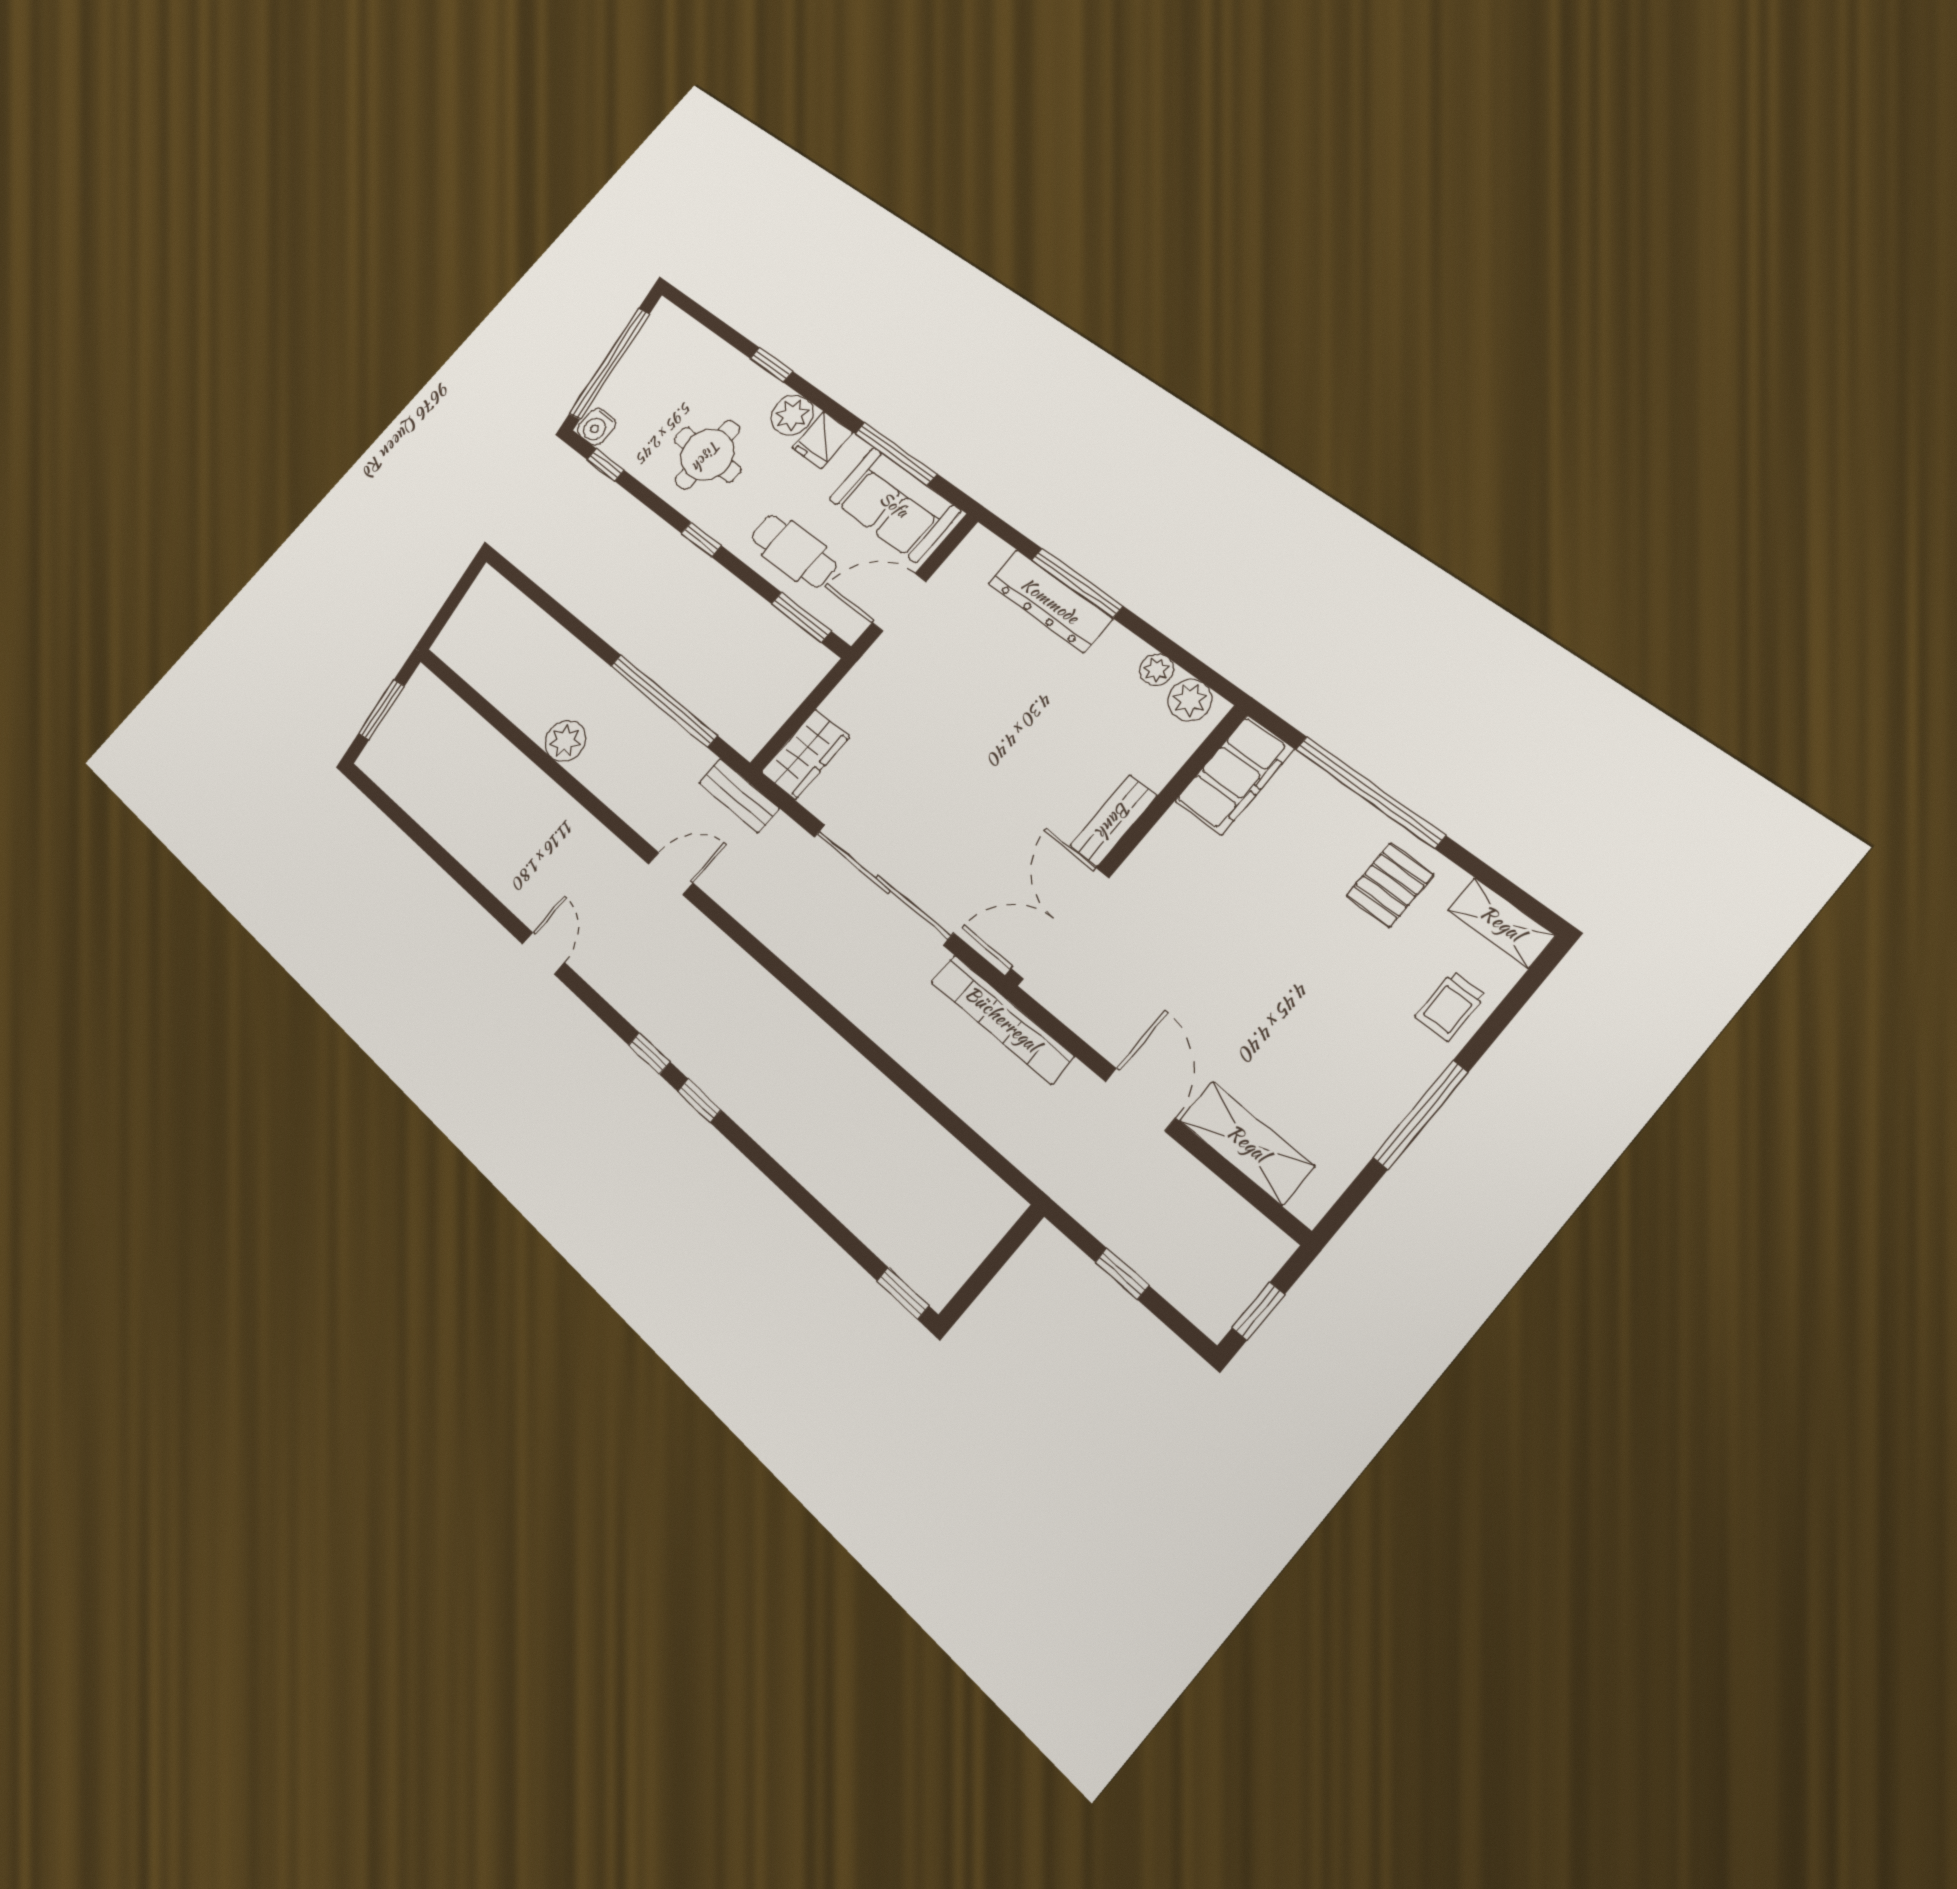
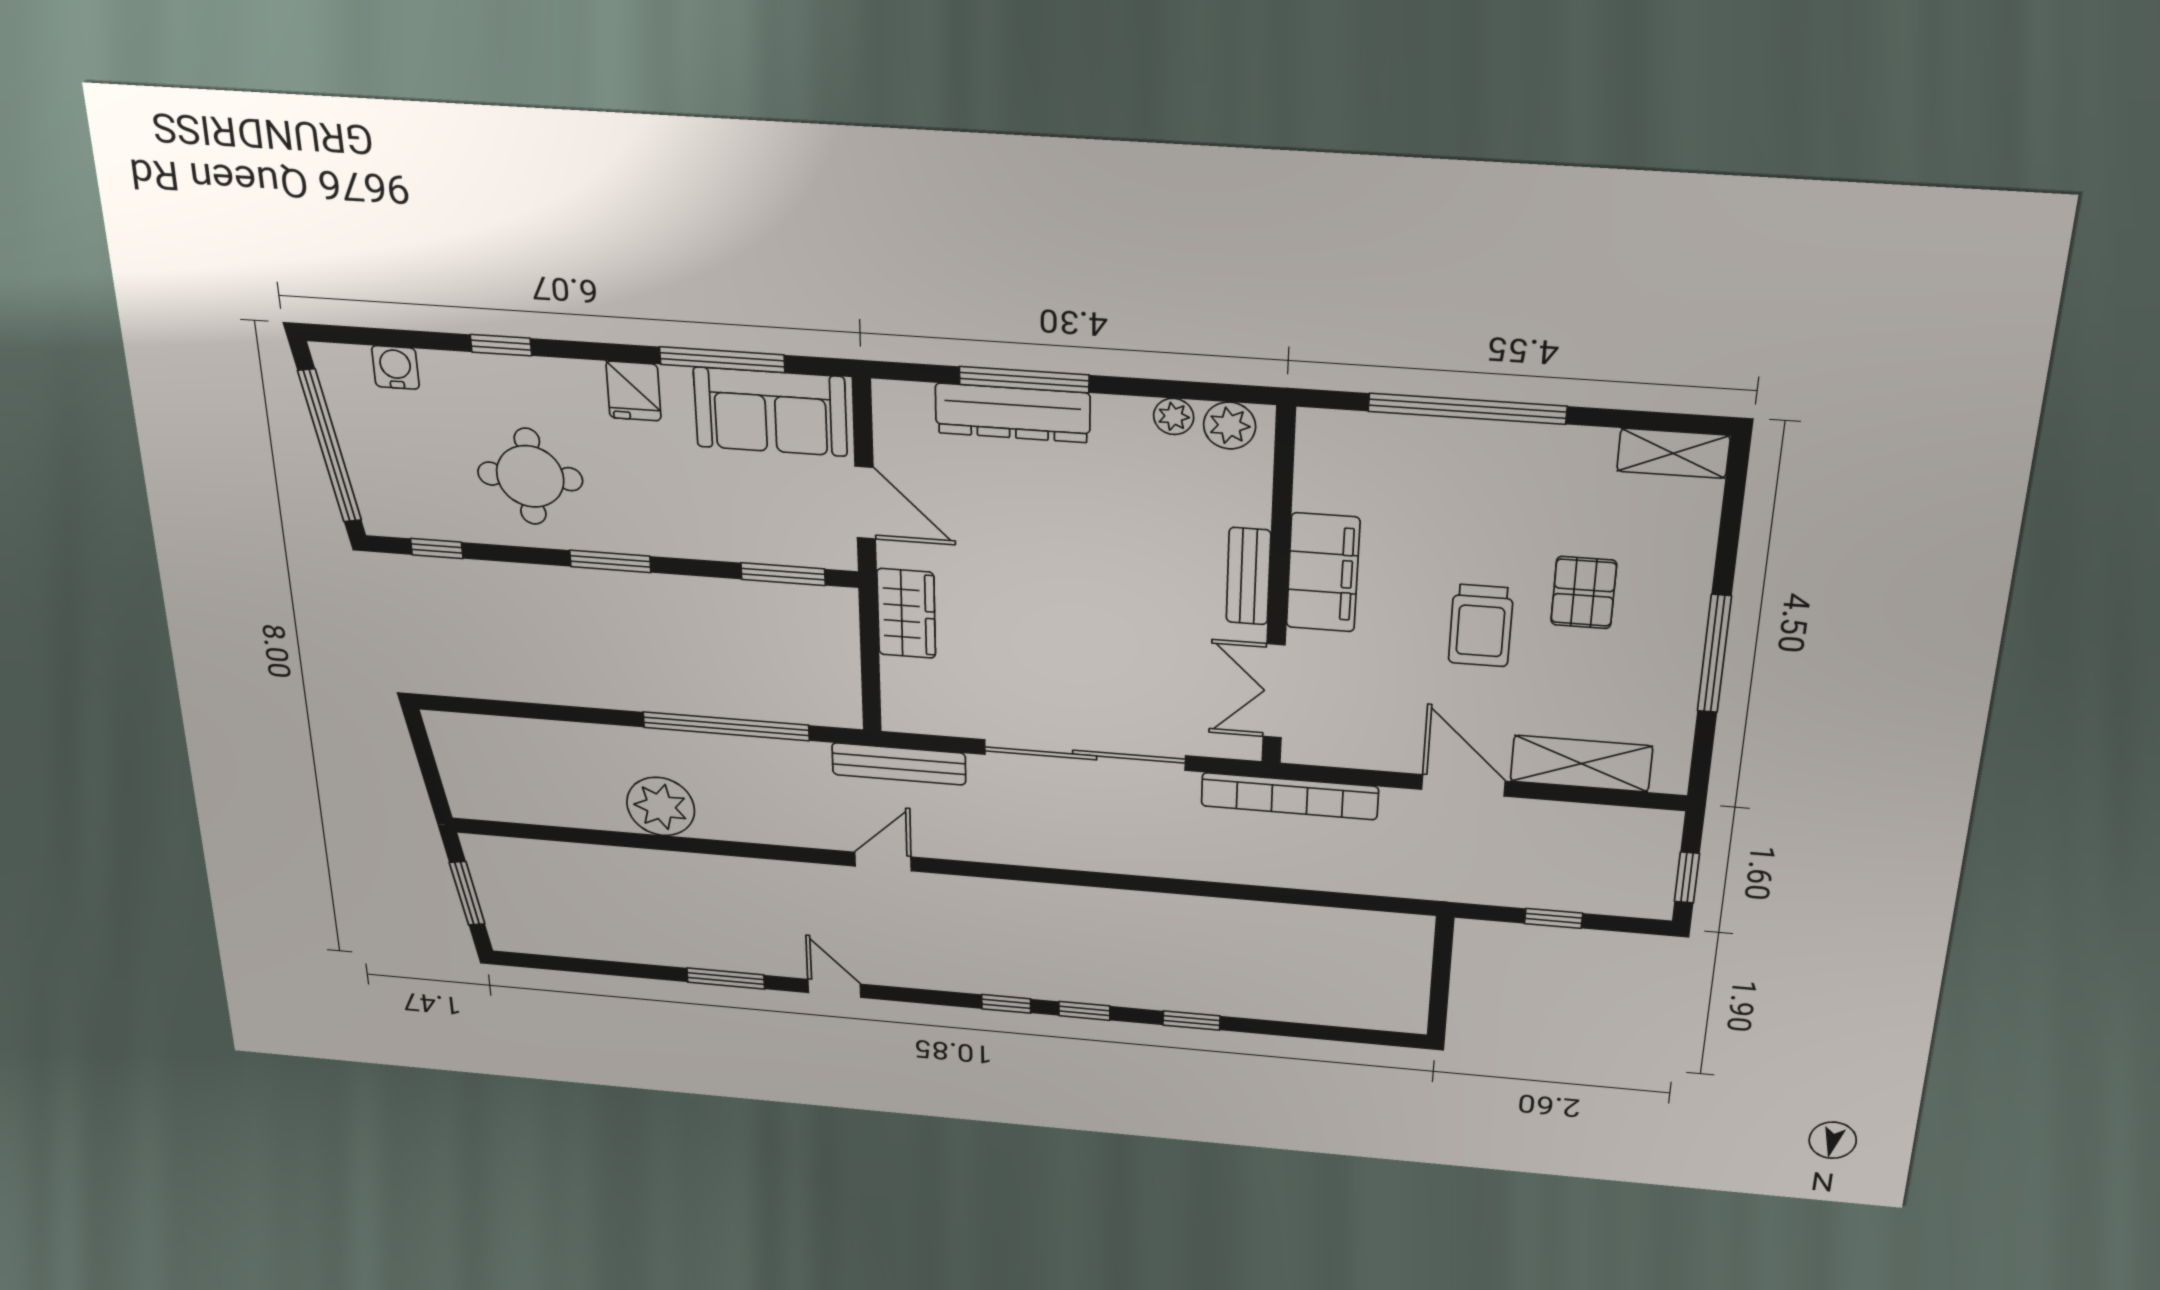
plant: (792, 415) -> (576, 384), removed
water cooler: (596, 427) -> (395, 367), moved, turned 180
window: (701, 540) -> (610, 561), width x1.50
cafe table: (794, 551) -> (714, 517), removed
door: (899, 602) -> (865, 503), swing flipped
plant: (565, 741) -> (661, 806), width x1.36, depth x1.36
wardrobe: (805, 754) -> (906, 613), moved
filing cabinet: (1235, 775) -> (1323, 573), moved
bench: (739, 796) -> (899, 764), width x1.36
pallet: (1390, 885) -> (1584, 593), moved
window: (479, 893) -> (726, 979), added
double door: (1060, 923) -> (1274, 691), width x0.73
trolley: (1450, 1006) -> (1481, 625), moved, width x1.36, depth x1.39
window: (903, 1293) -> (1191, 1021), moved

